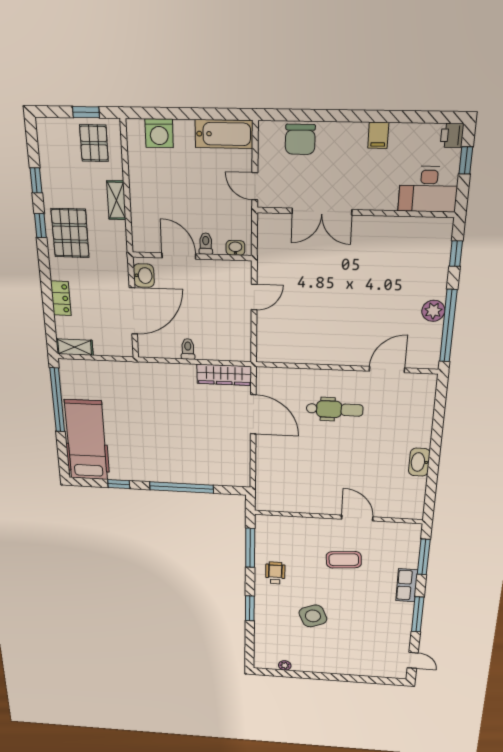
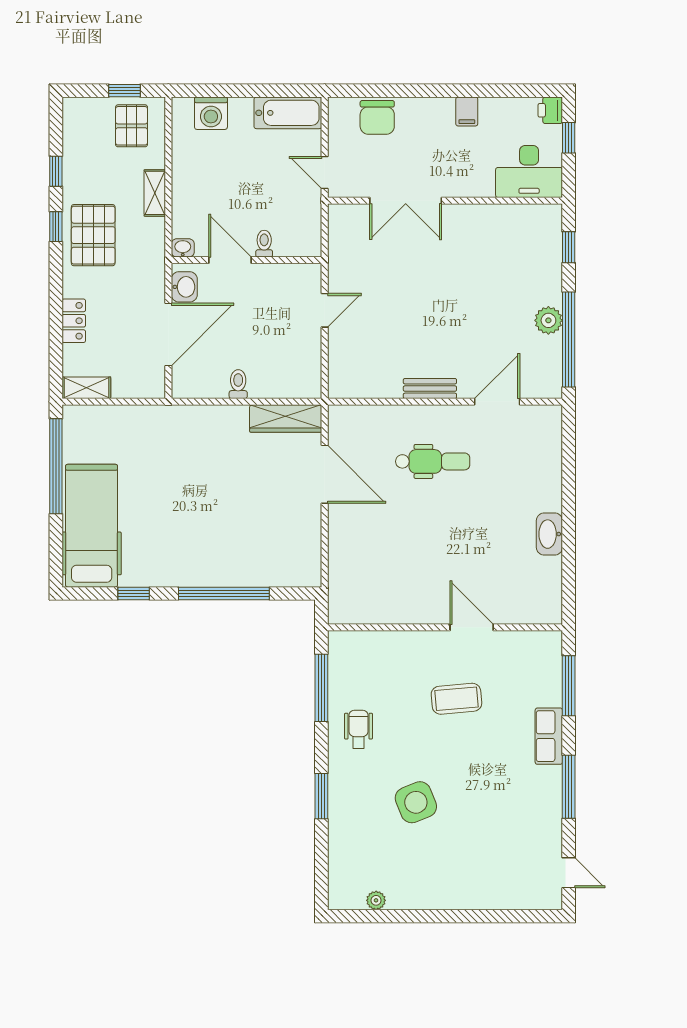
washbasin: (235, 248) -> (183, 248), moved
bench: (335, 358) -> (430, 389), added

